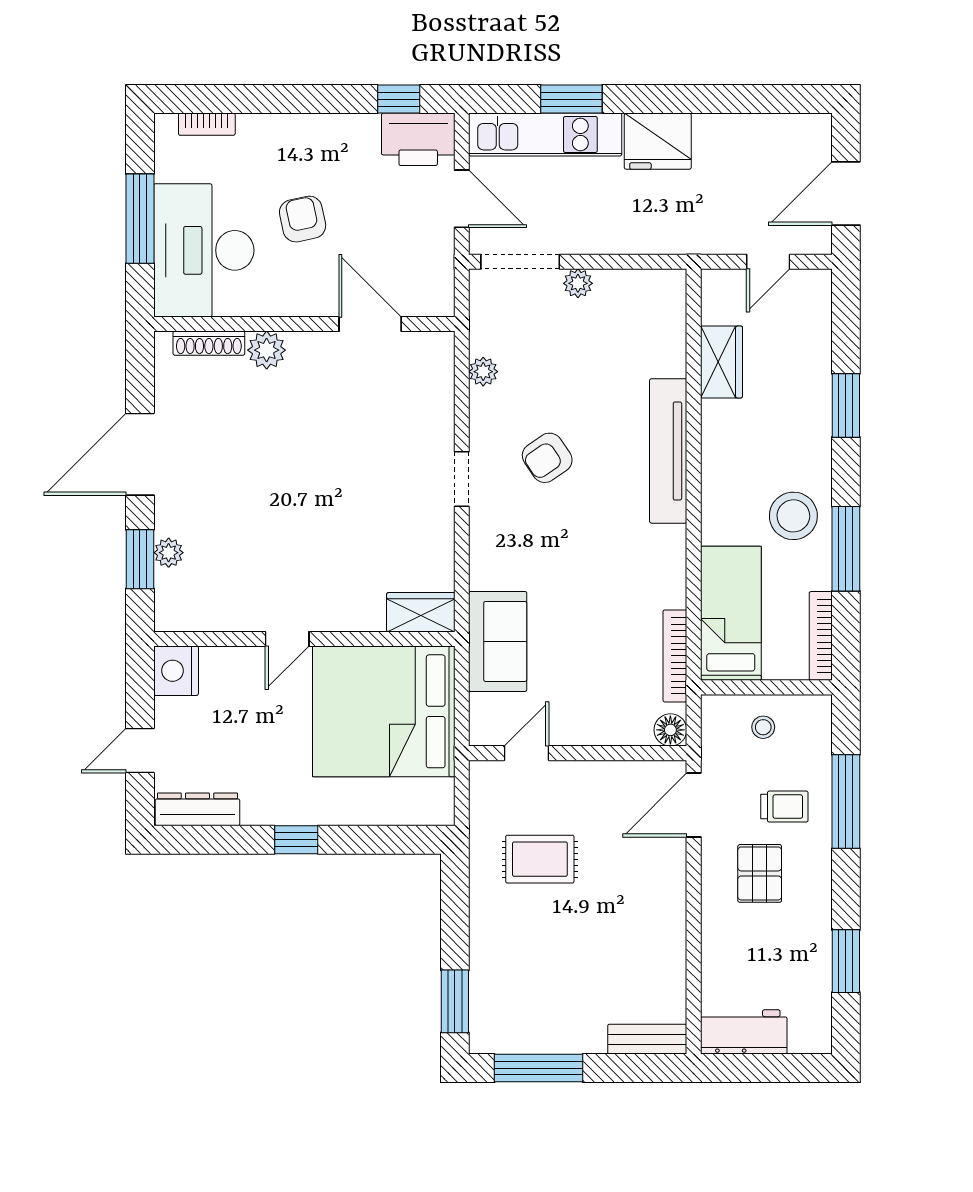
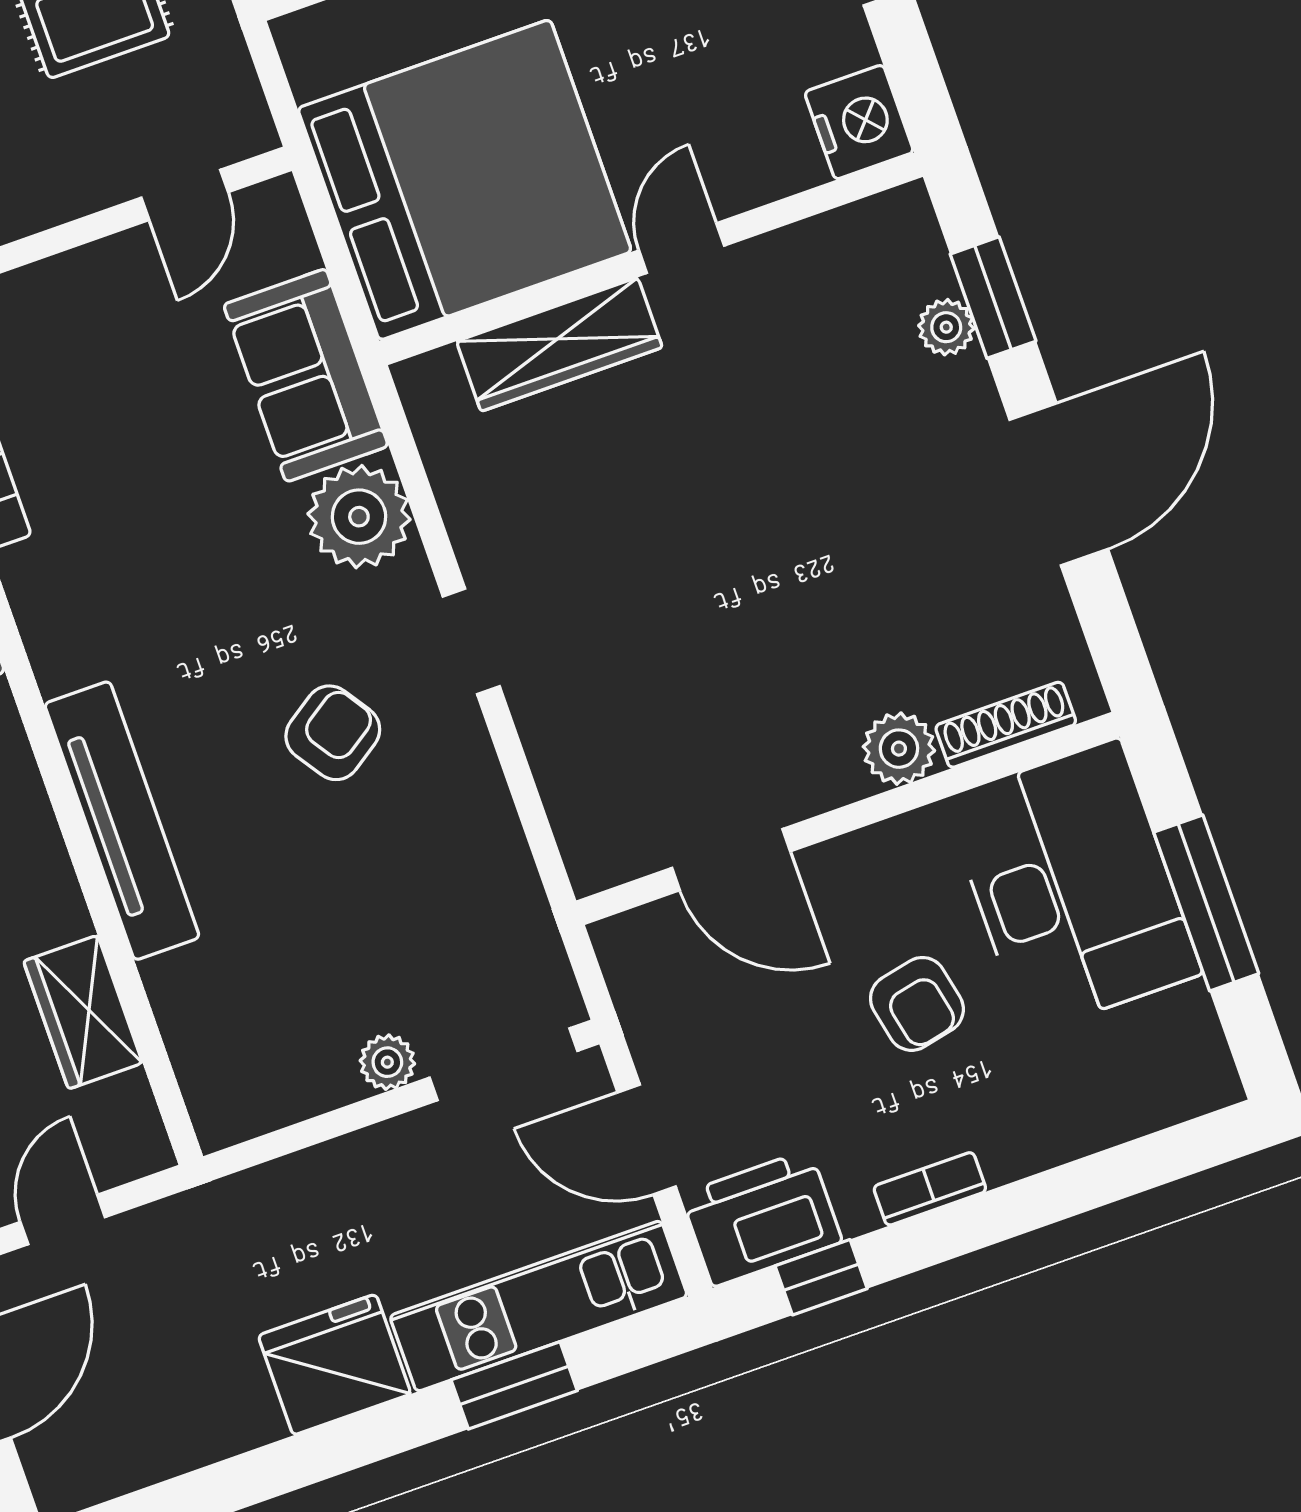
bookcase: (207, 124) -> (930, 1189), moved
plant: (483, 372) -> (359, 517), moved, width x1.88, depth x1.88
wardrobe: (421, 612) -> (559, 344), moved, width x1.50

